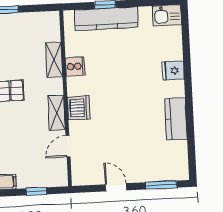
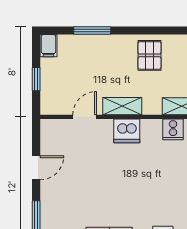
door: (68, 146) -> (85, 117), hinge flipped

